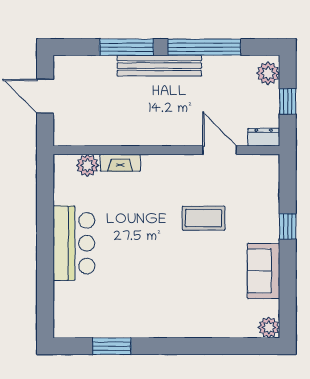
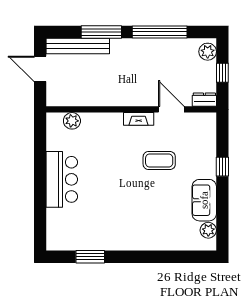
bench: (159, 66) -> (78, 46), moved
fireplace: (120, 163) -> (139, 119), moved
plant: (269, 327) -> (208, 230), moved

